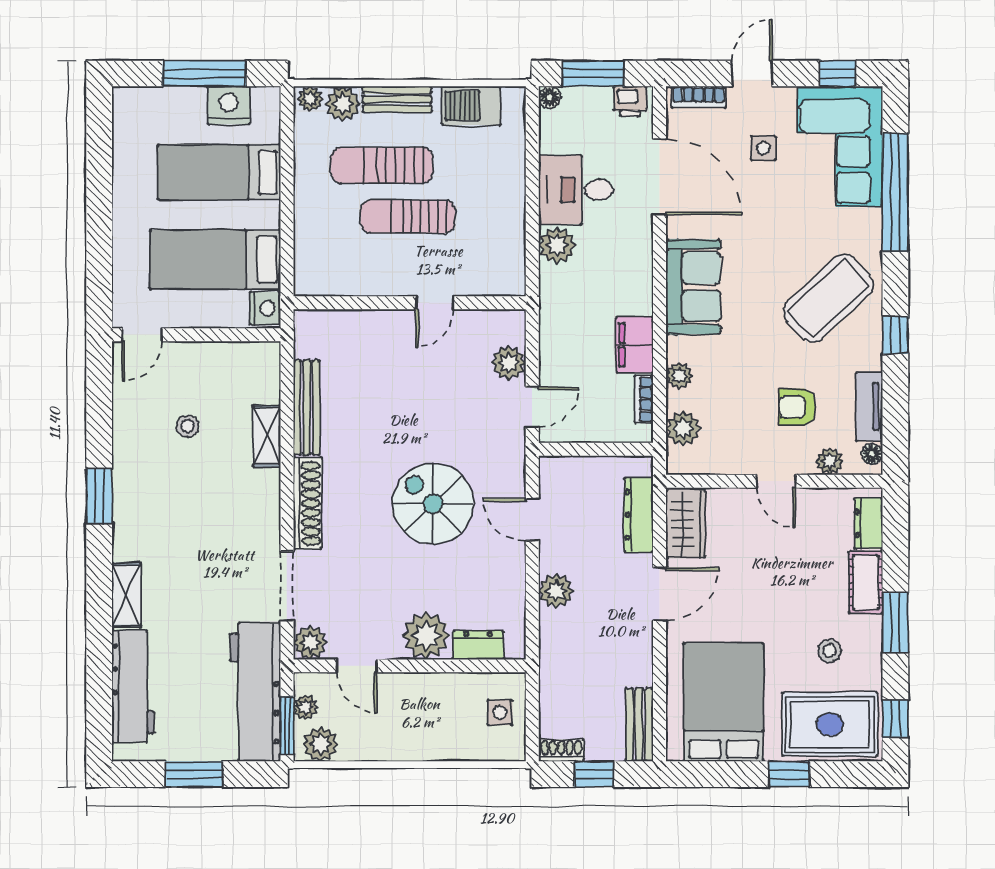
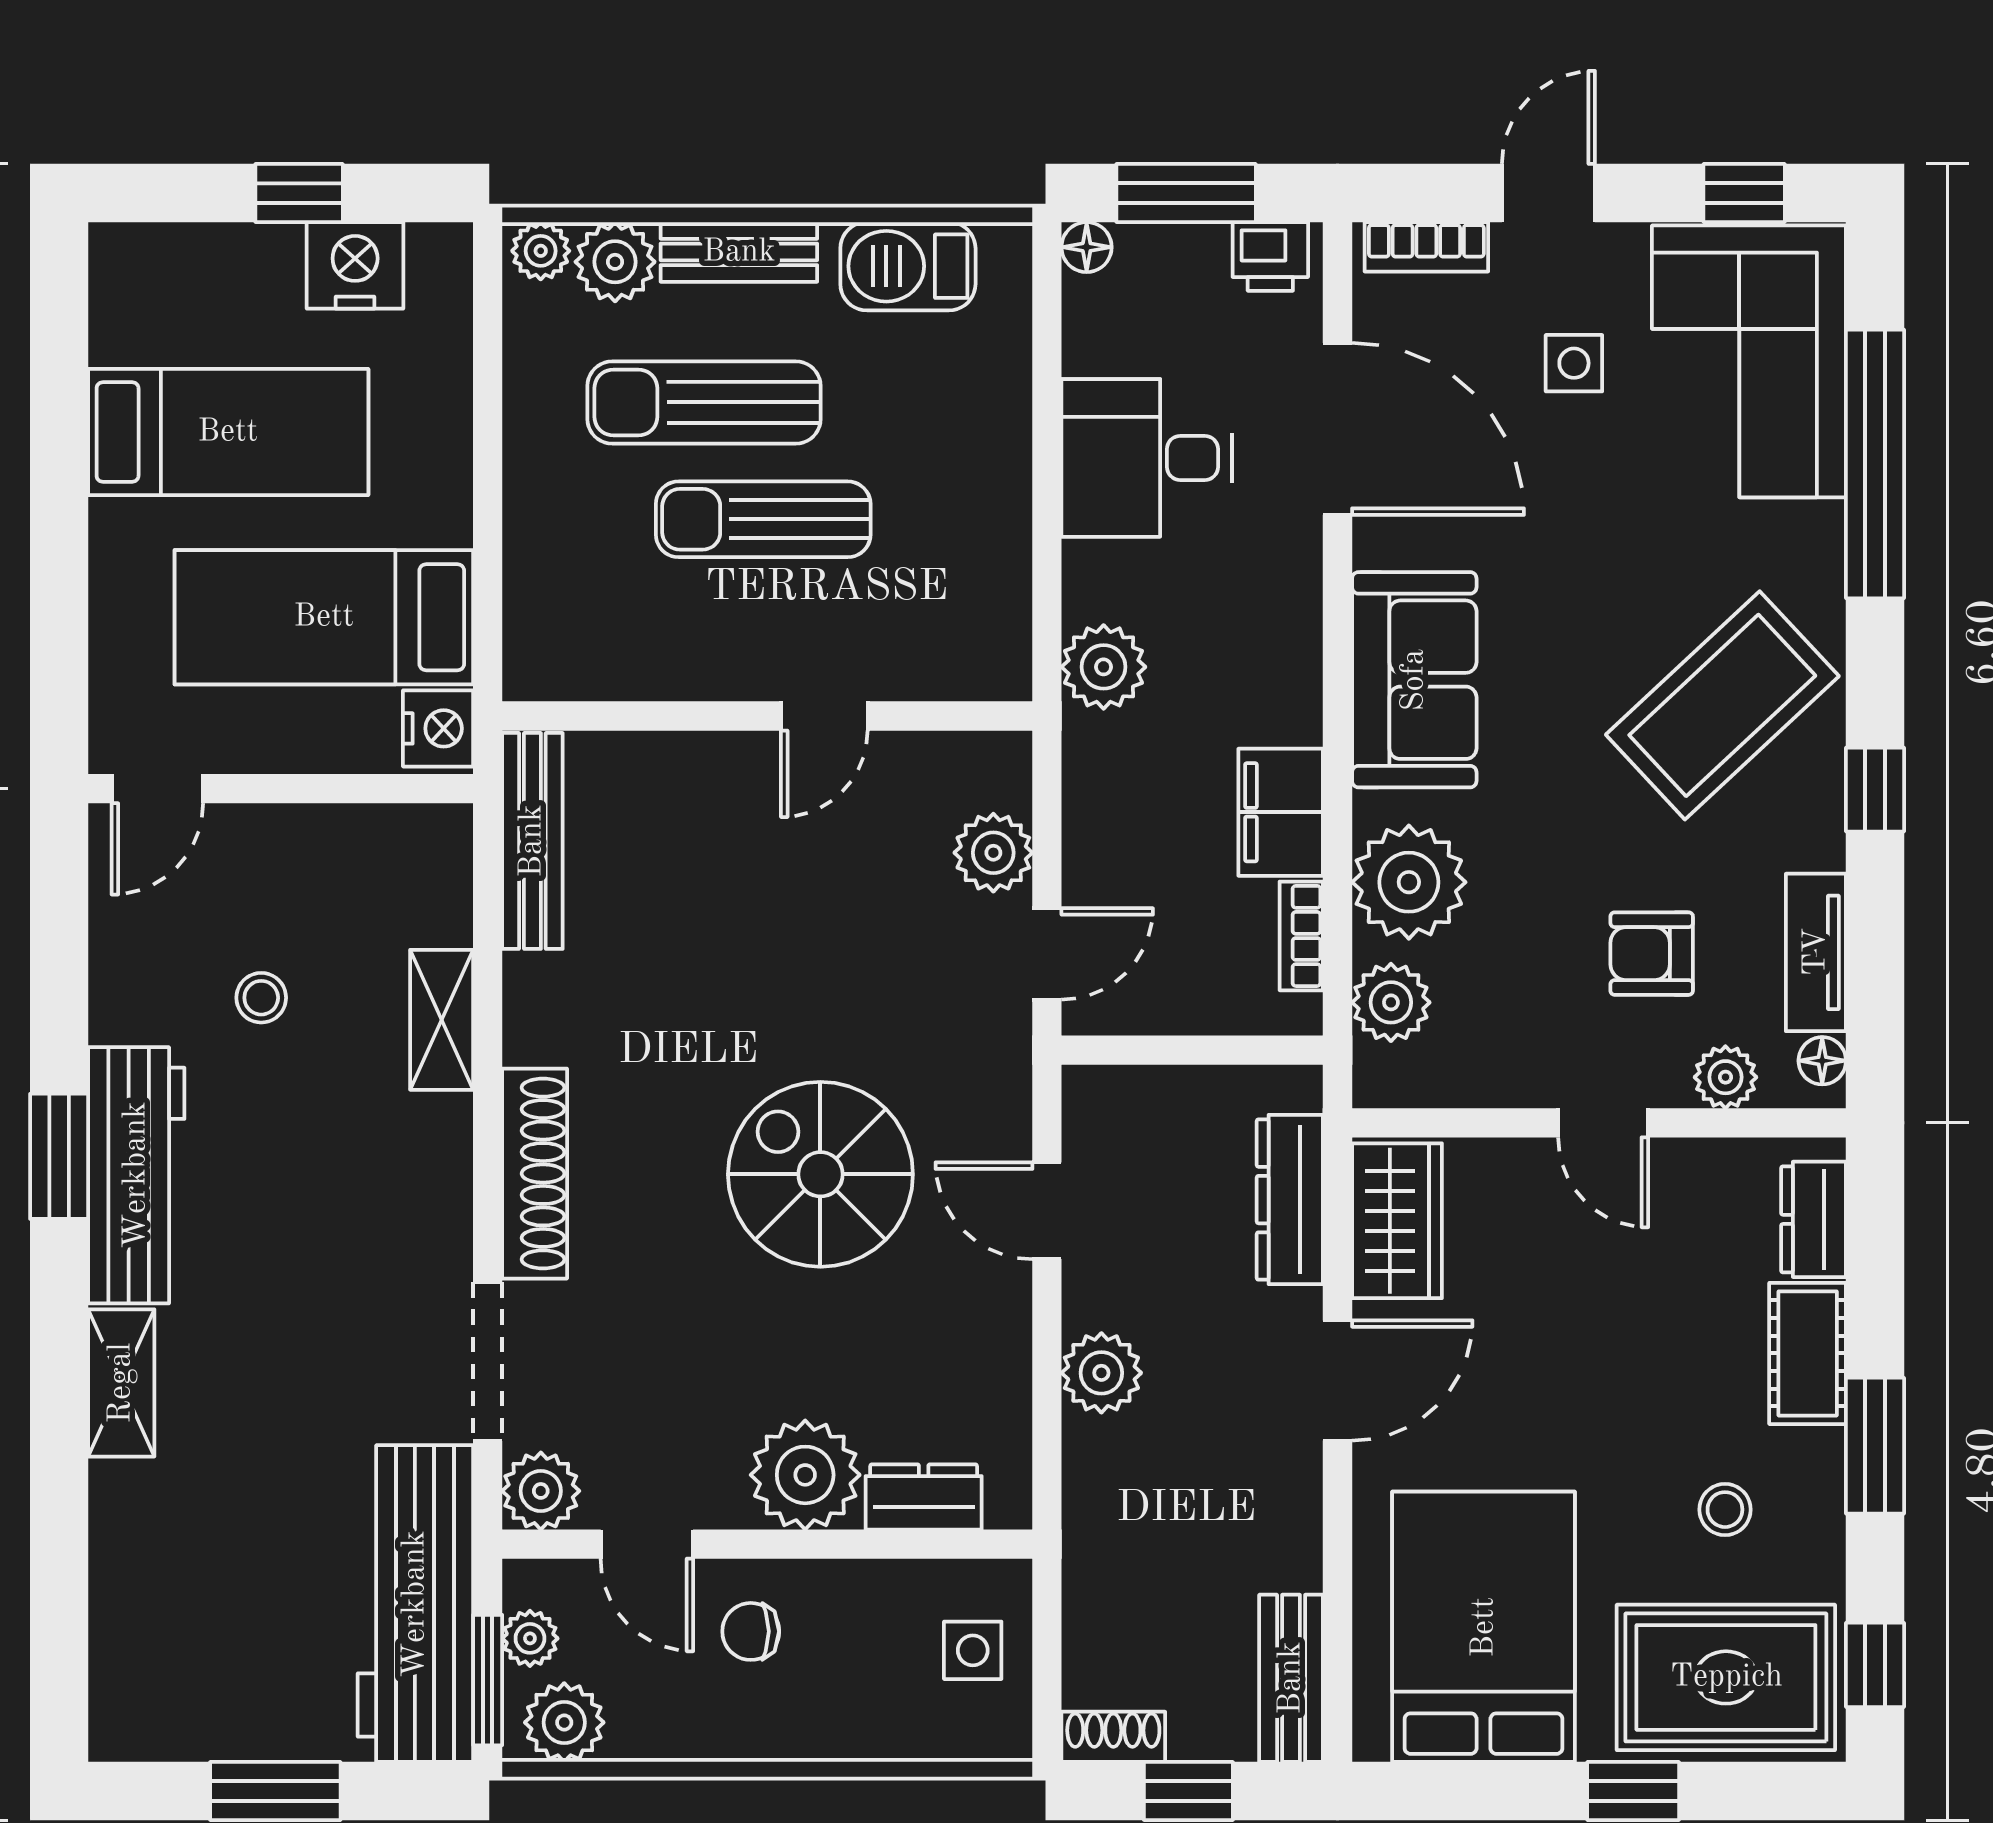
window: (204, 74) -> (299, 193), width x0.46
bed: (219, 172) -> (228, 432), moved, turned 180
plant: (557, 245) -> (1104, 667), moved
plant: (679, 376) -> (1409, 882), width x1.88, depth x1.88
bench: (307, 407) -> (532, 841), moved
workbench: (133, 686) -> (136, 1175), moved
chair: (402, 704) -> (751, 1631), added

